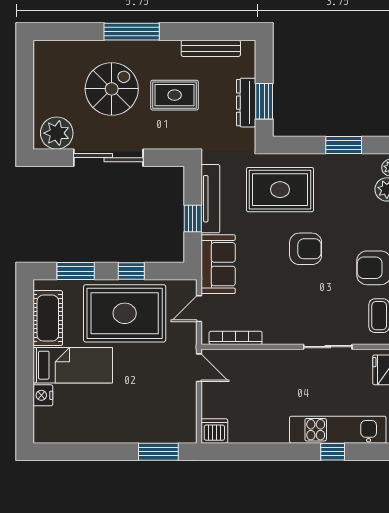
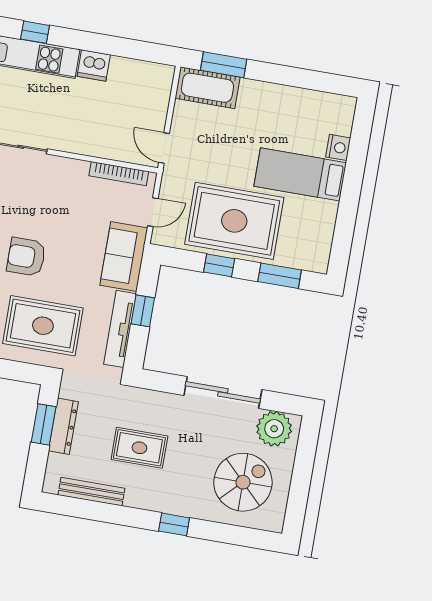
window: (132, 32) -> (174, 524), width x0.46
spiral stairs: (112, 89) -> (243, 482), moved, turned 180
cot: (48, 318) -> (207, 88), moved, turned 90
dishwasher: (214, 431) -> (94, 65), moved

